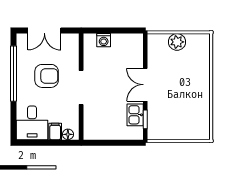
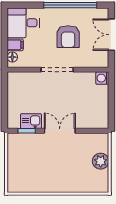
washing machine: (104, 40) -> (102, 78), moved

